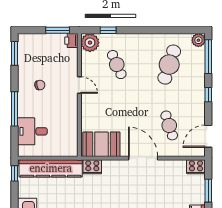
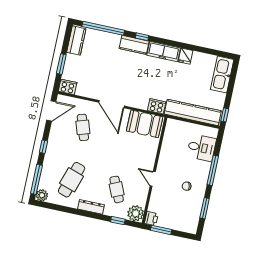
dresser: (141, 39) -> (91, 207), added
window: (15, 53) -> (205, 208), moved

